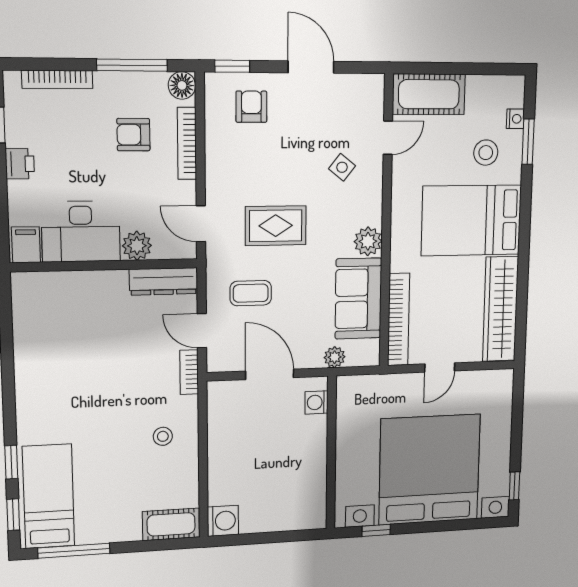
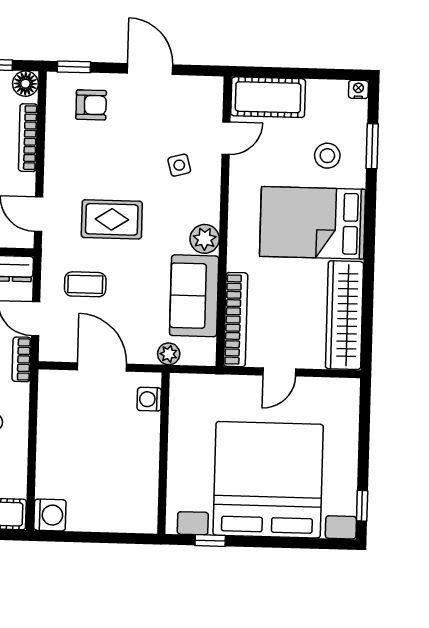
armchair: (251, 107) -> (91, 105), turned 90
nightstand: (515, 119) -> (358, 89), moved, turned -90
side table: (342, 167) -> (179, 165), turned 36

